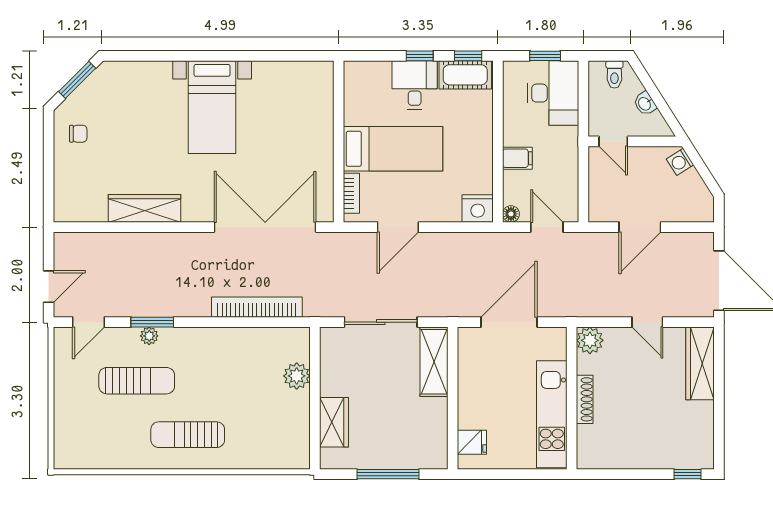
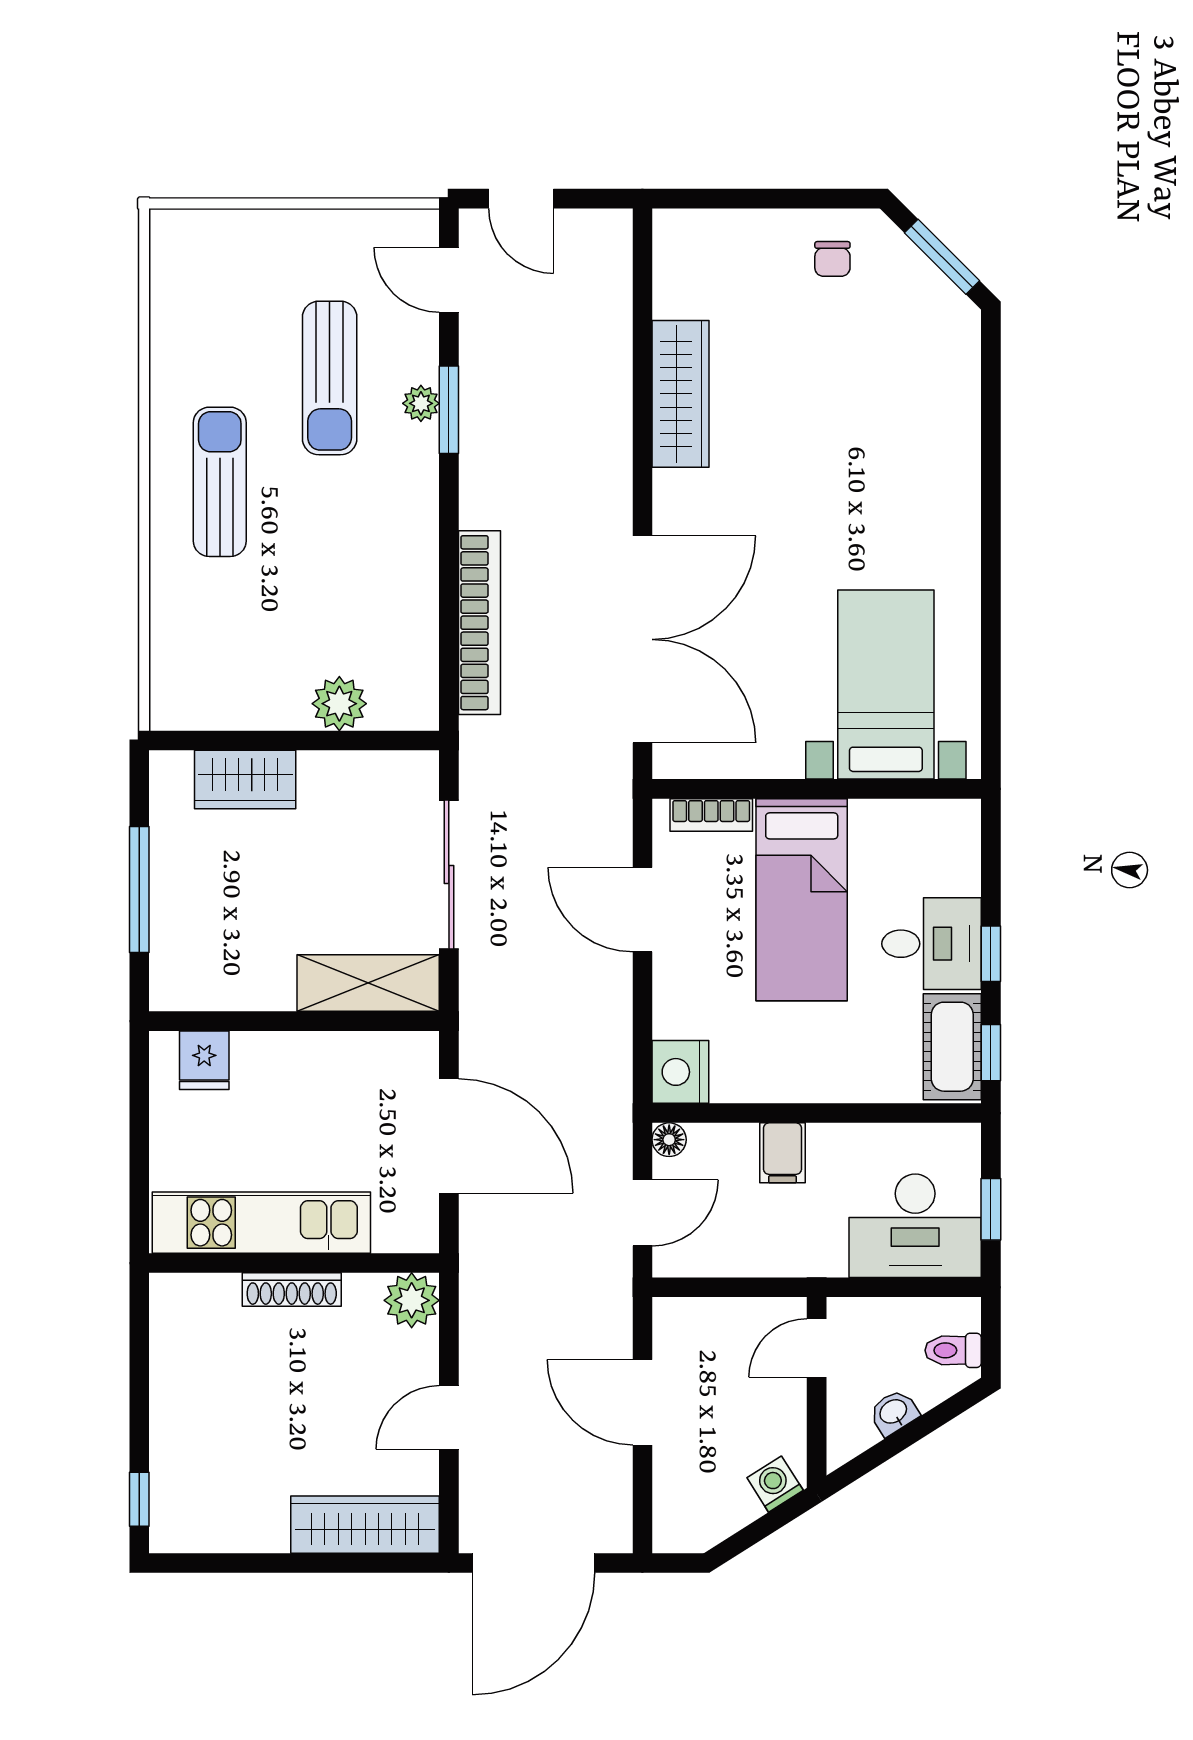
bed with nightstands: (212, 107) -> (886, 685), moved, turned 90

